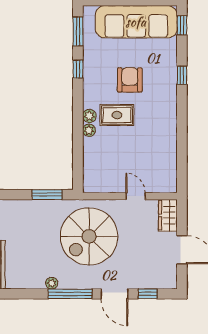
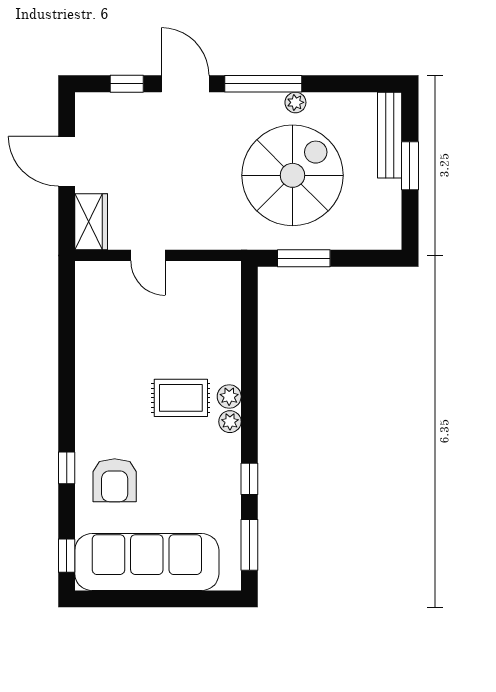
armchair: (130, 80) -> (115, 480), moved
plant: (89, 130) -> (230, 422), moved
spiral stairs: (89, 236) -> (292, 175), moved

